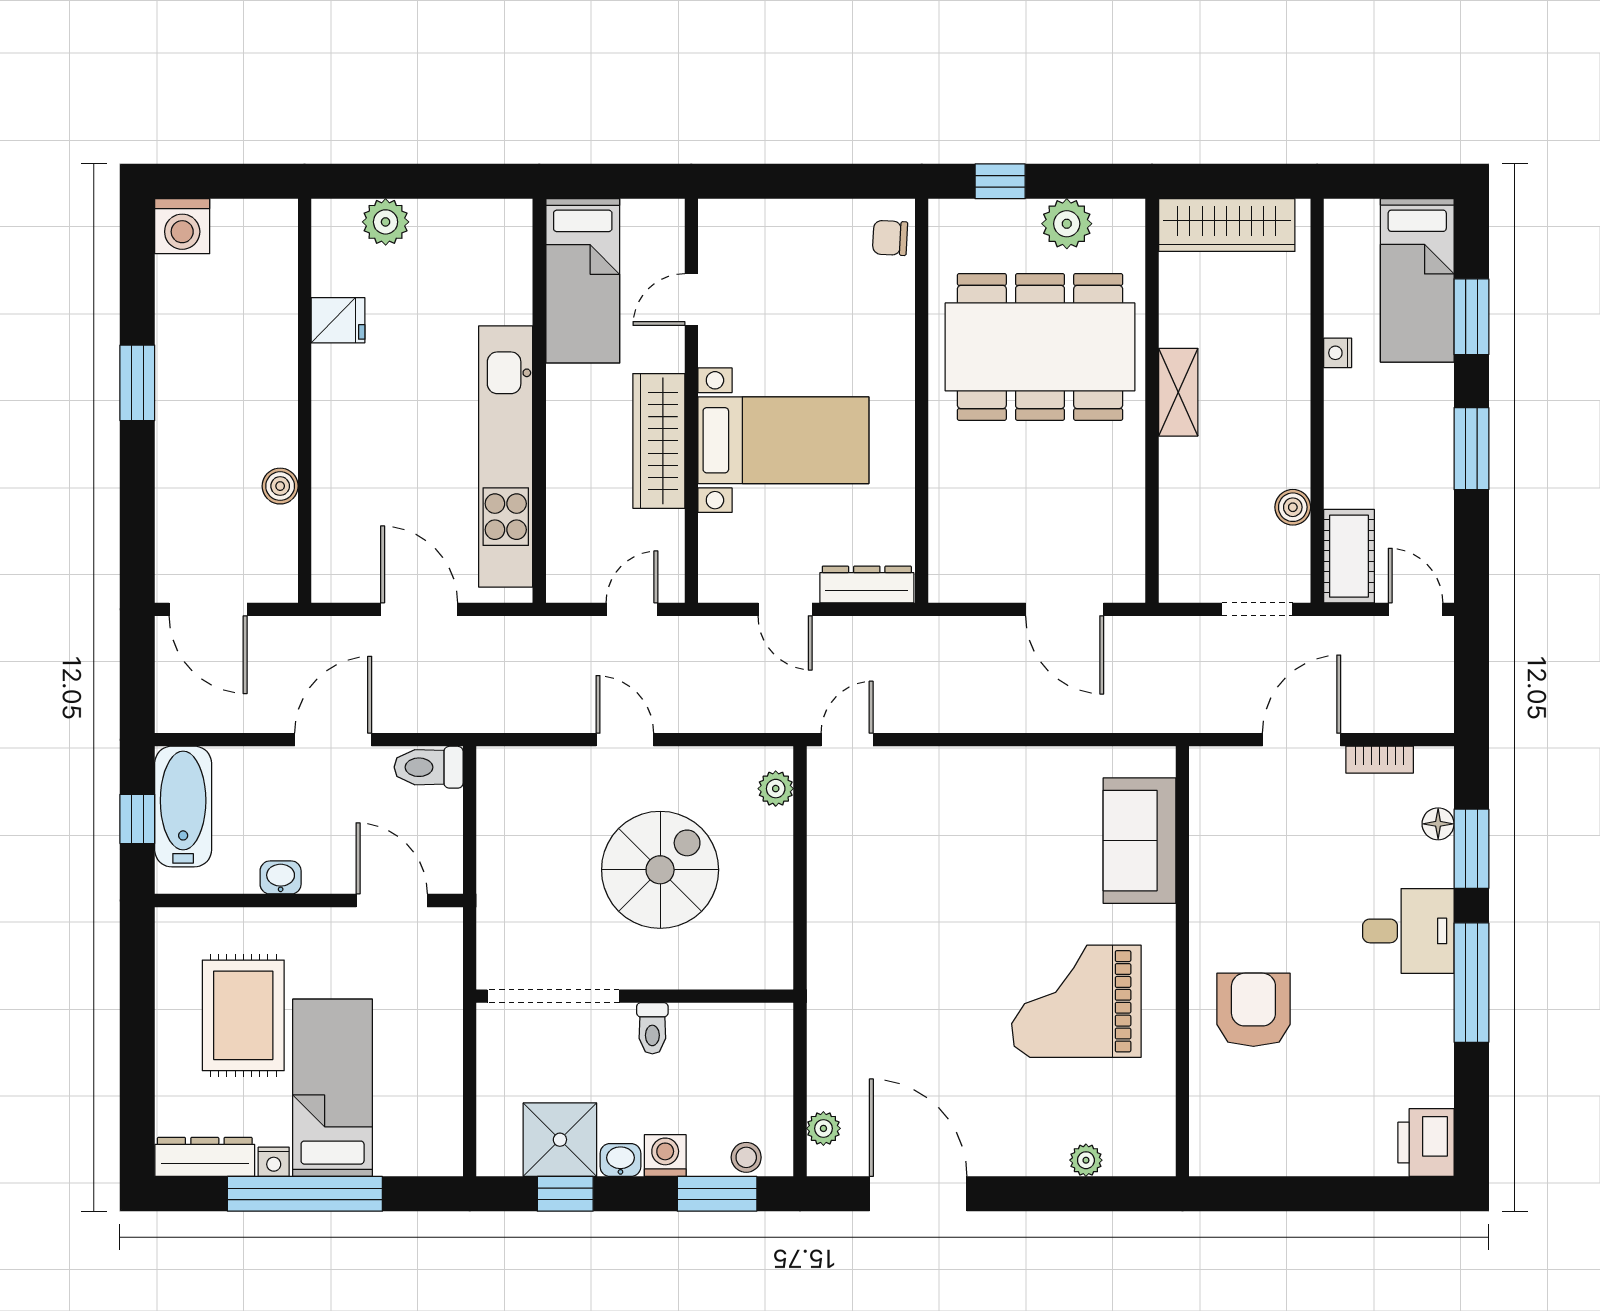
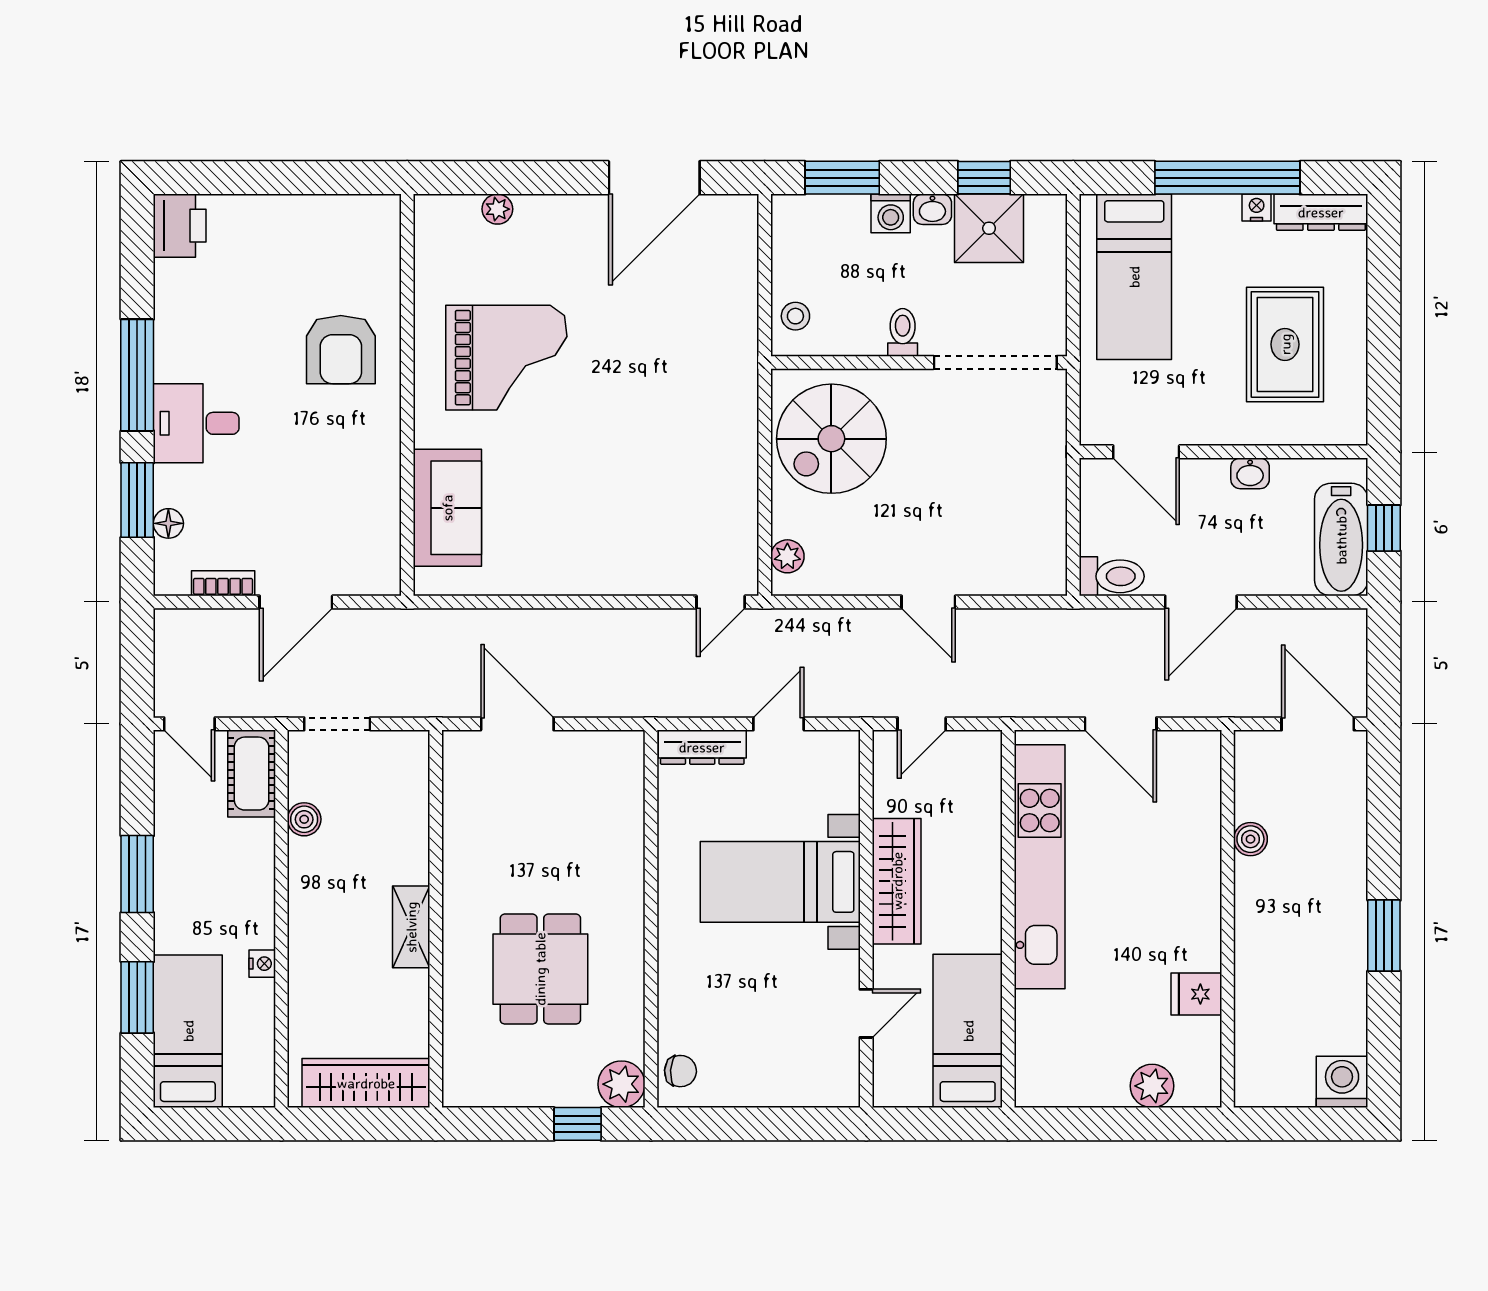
plant: (1067, 224) -> (621, 1084), moved
dining table: (1040, 347) -> (540, 969), width x0.53, depth x0.80
door: (785, 609) -> (779, 724), hinge flipped
spiral stairs: (660, 870) -> (831, 439), moved
bed: (333, 1088) -> (1134, 277), moved
plant: (823, 1128) -> (743, 239), removed
stool: (746, 1157) -> (795, 316), moved
door: (918, 1194) -> (654, 178), hinge flipped

